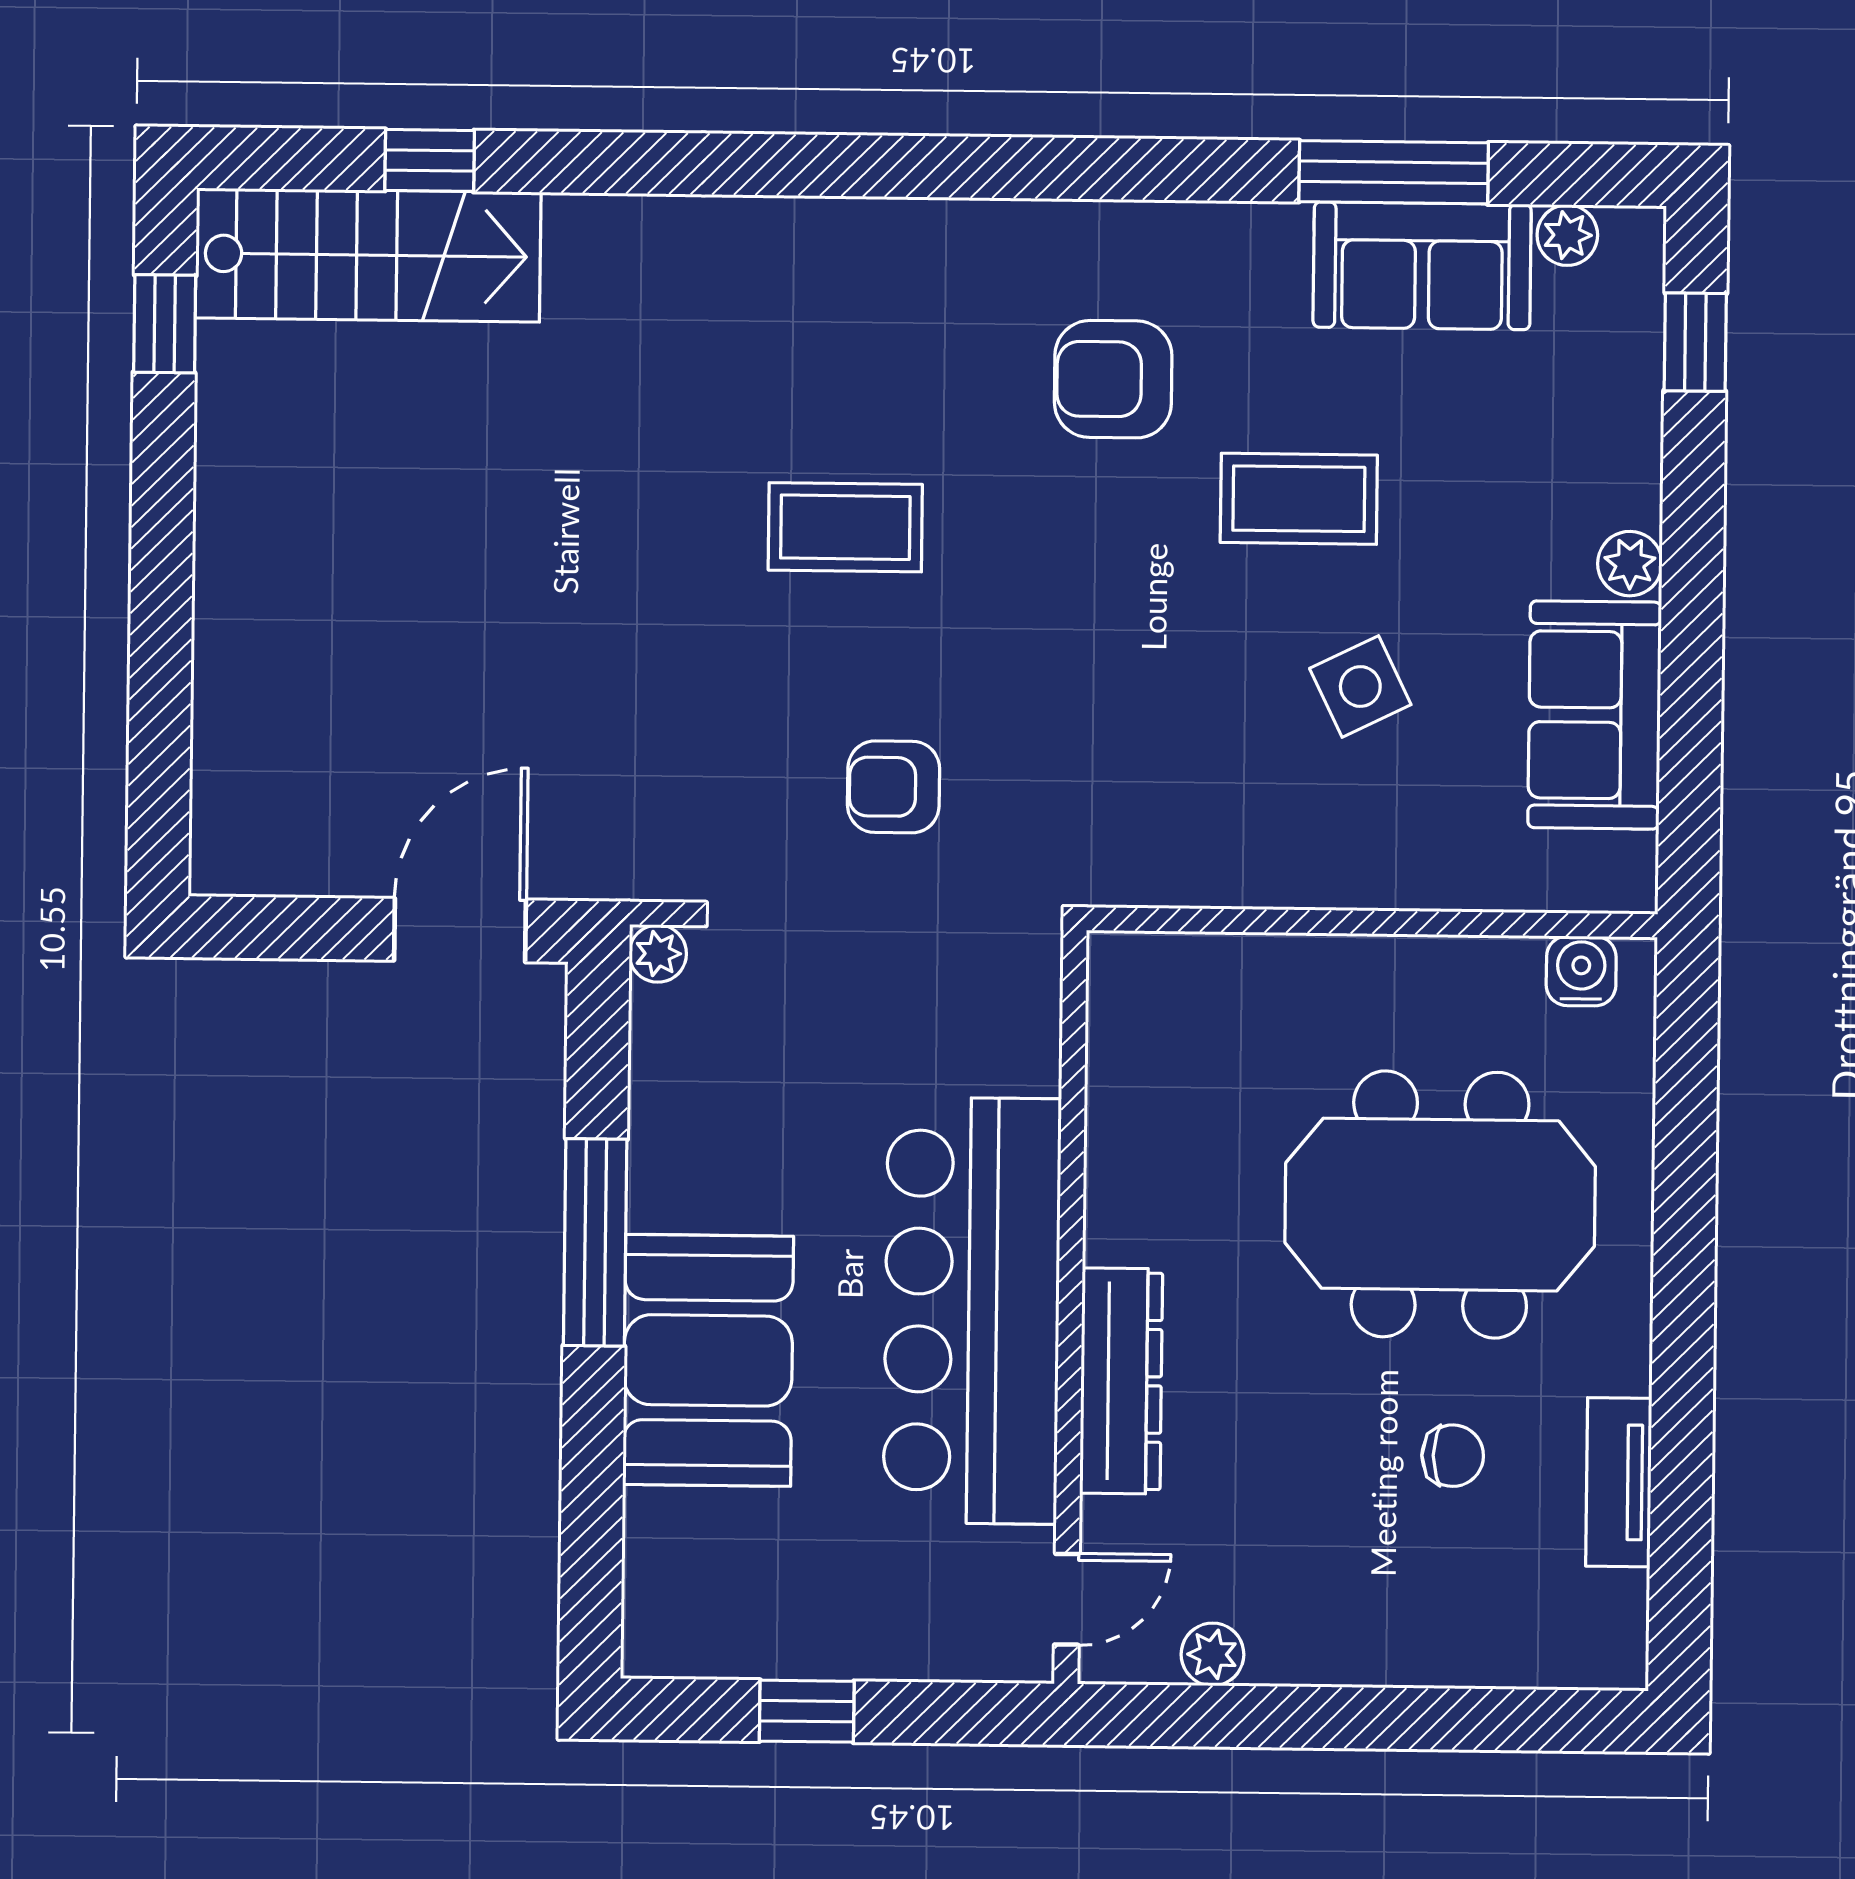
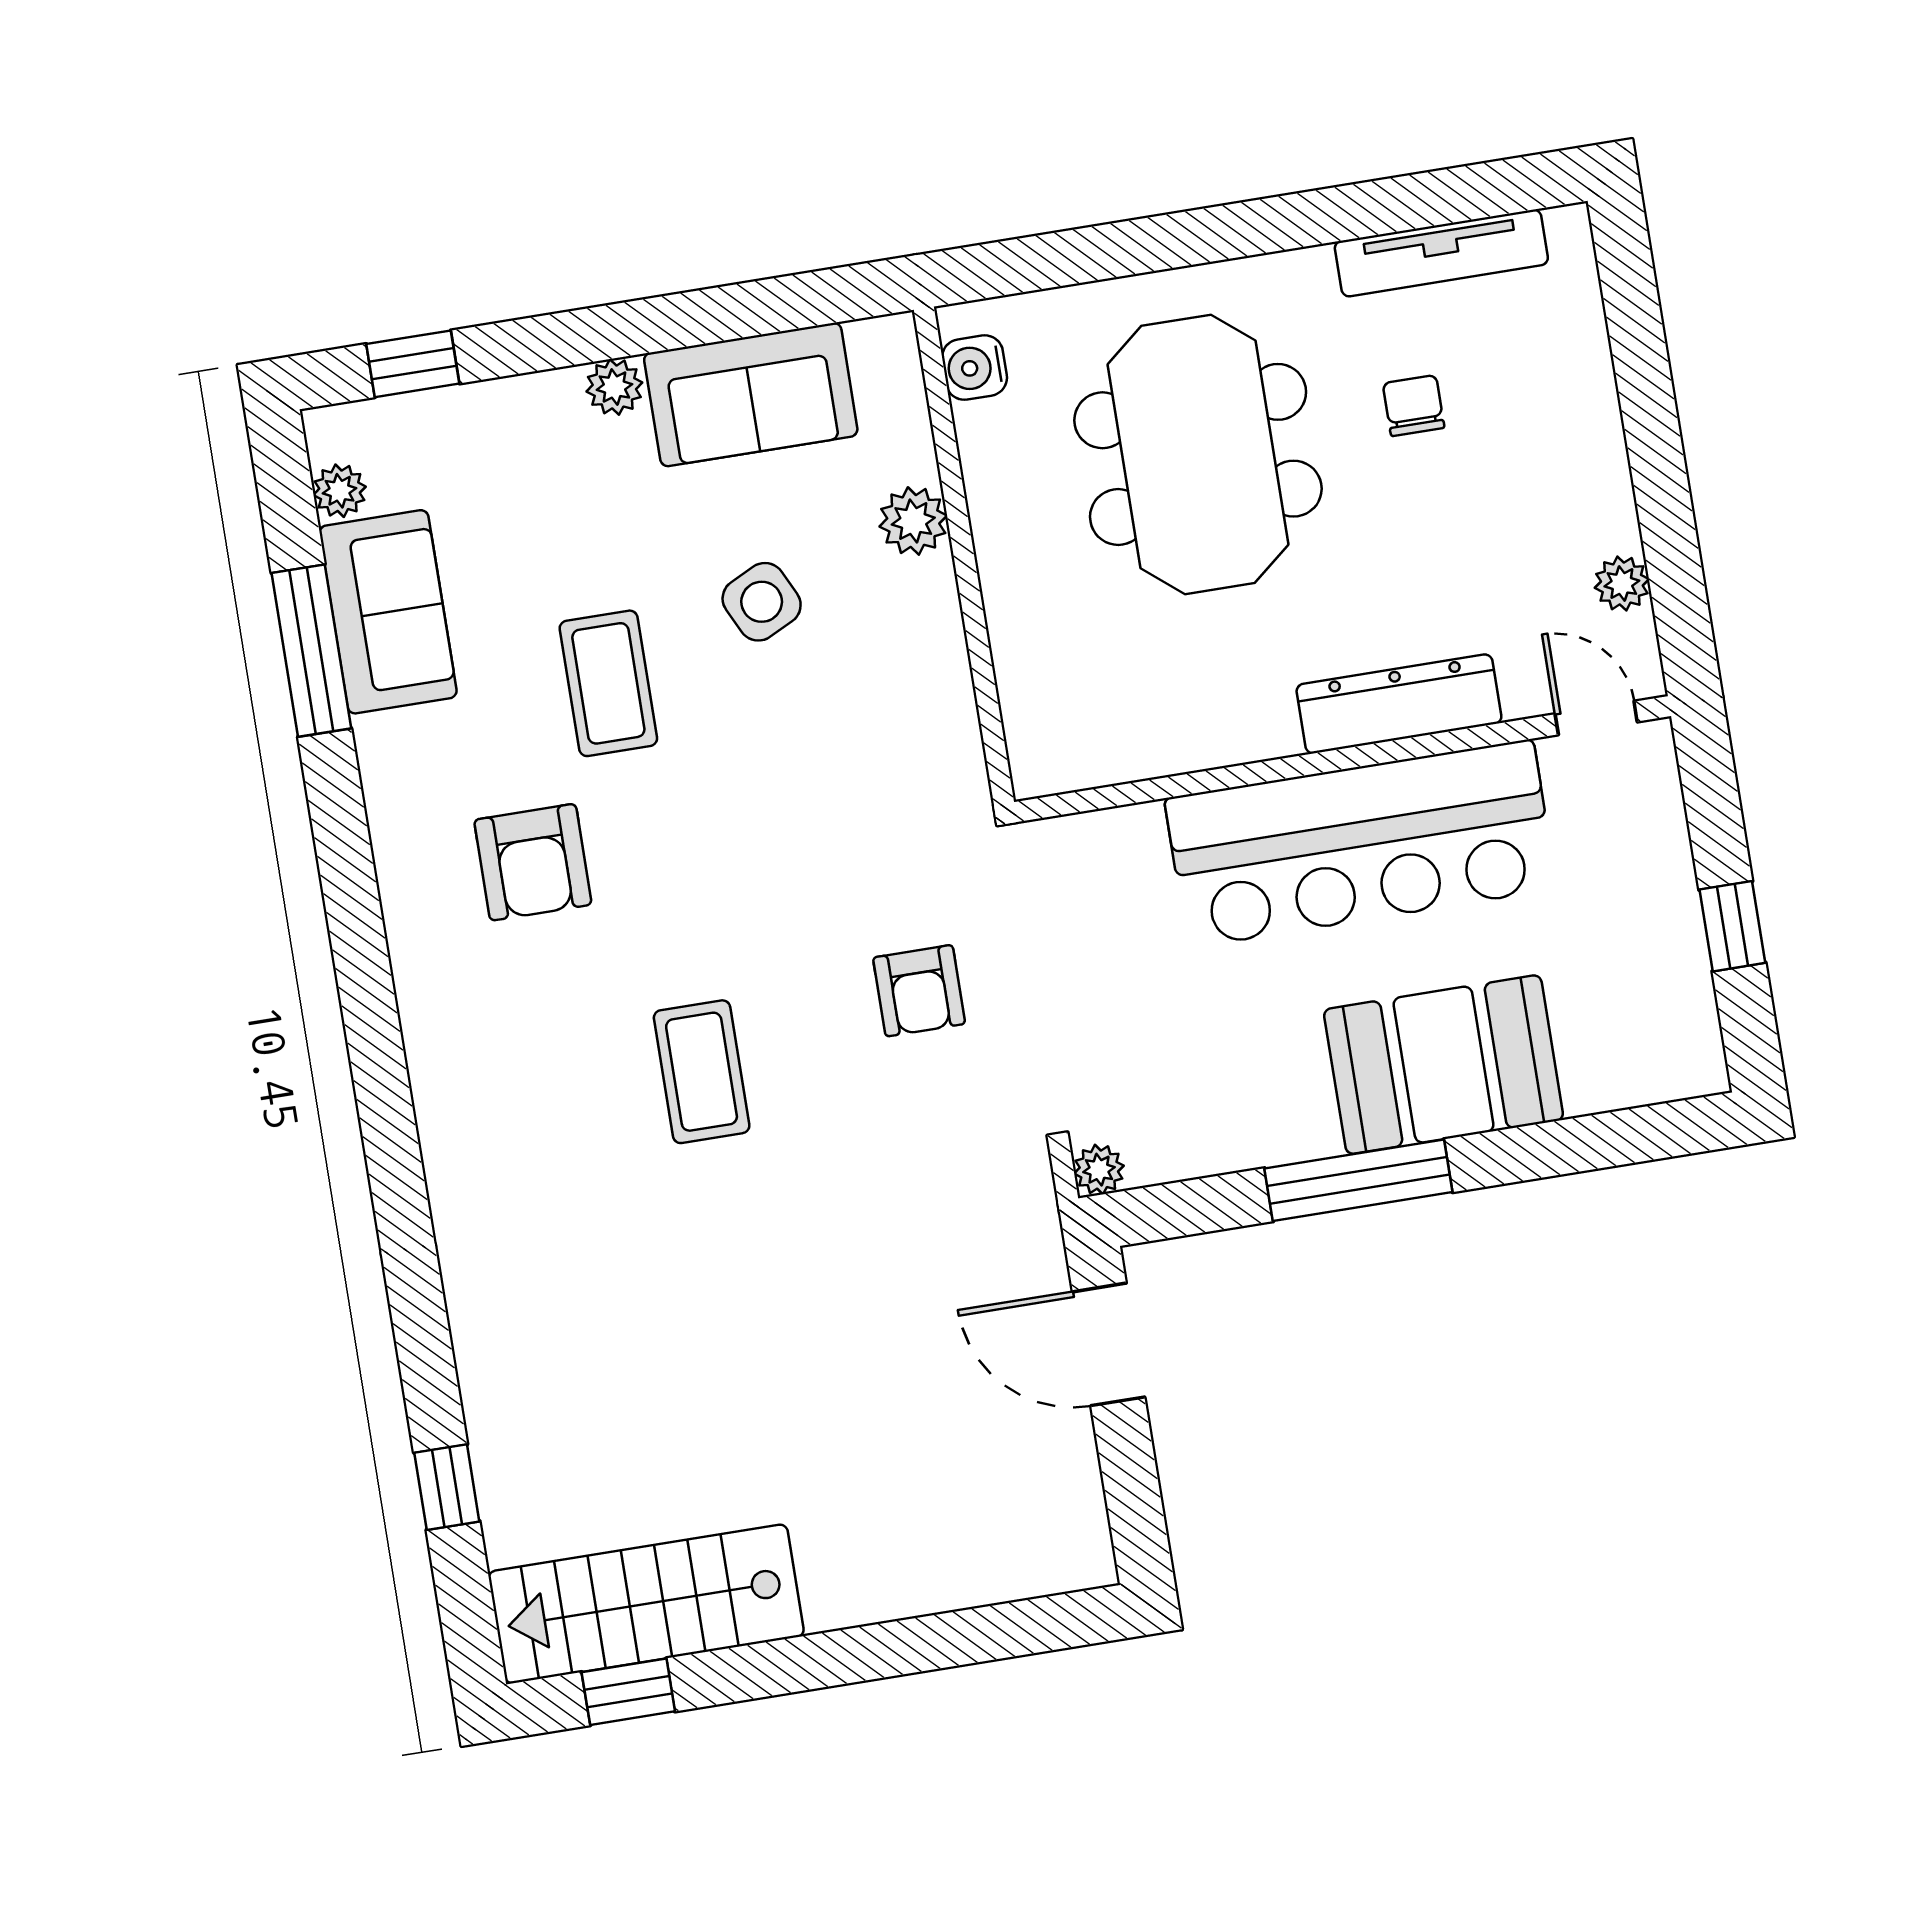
stairs: (368, 255) -> (646, 1604), moved, turned -90
plant: (1421, 872) -> (913, 521), added
tv unit: (1619, 1482) -> (1441, 253), width x1.41

